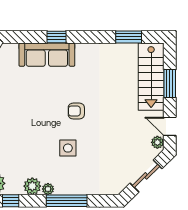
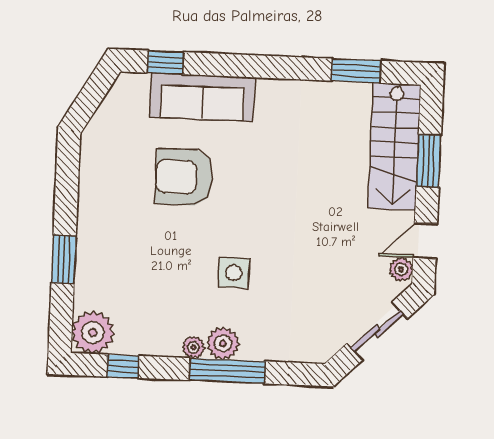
window: (56, 37) -> (165, 62), moved
armchair: (76, 111) -> (184, 177), moved, width x1.88, depth x1.88
door: (170, 126) -> (425, 241), hinge flipped
plant: (32, 186) -> (223, 343), moved

